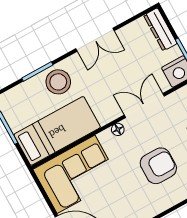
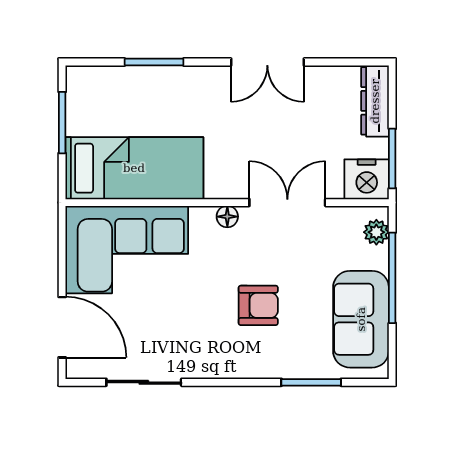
stool: (58, 82) -> (177, 95), removed
armchair: (158, 166) -> (258, 305), width x0.72, depth x0.72

